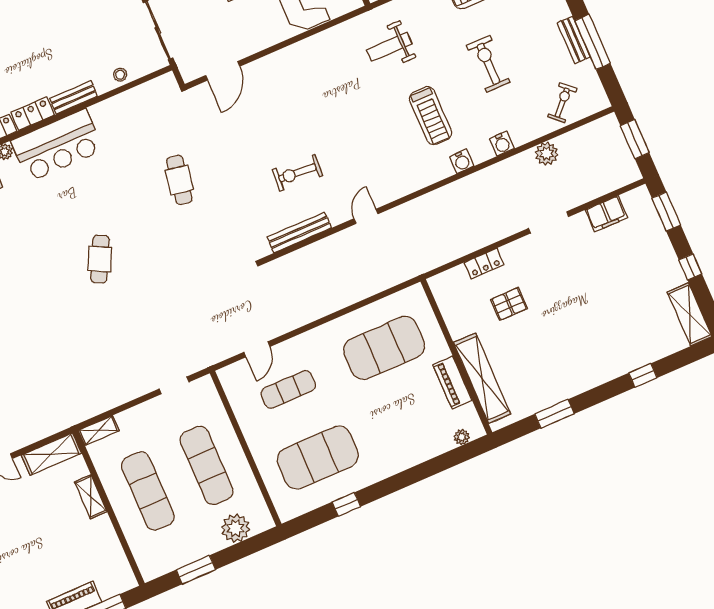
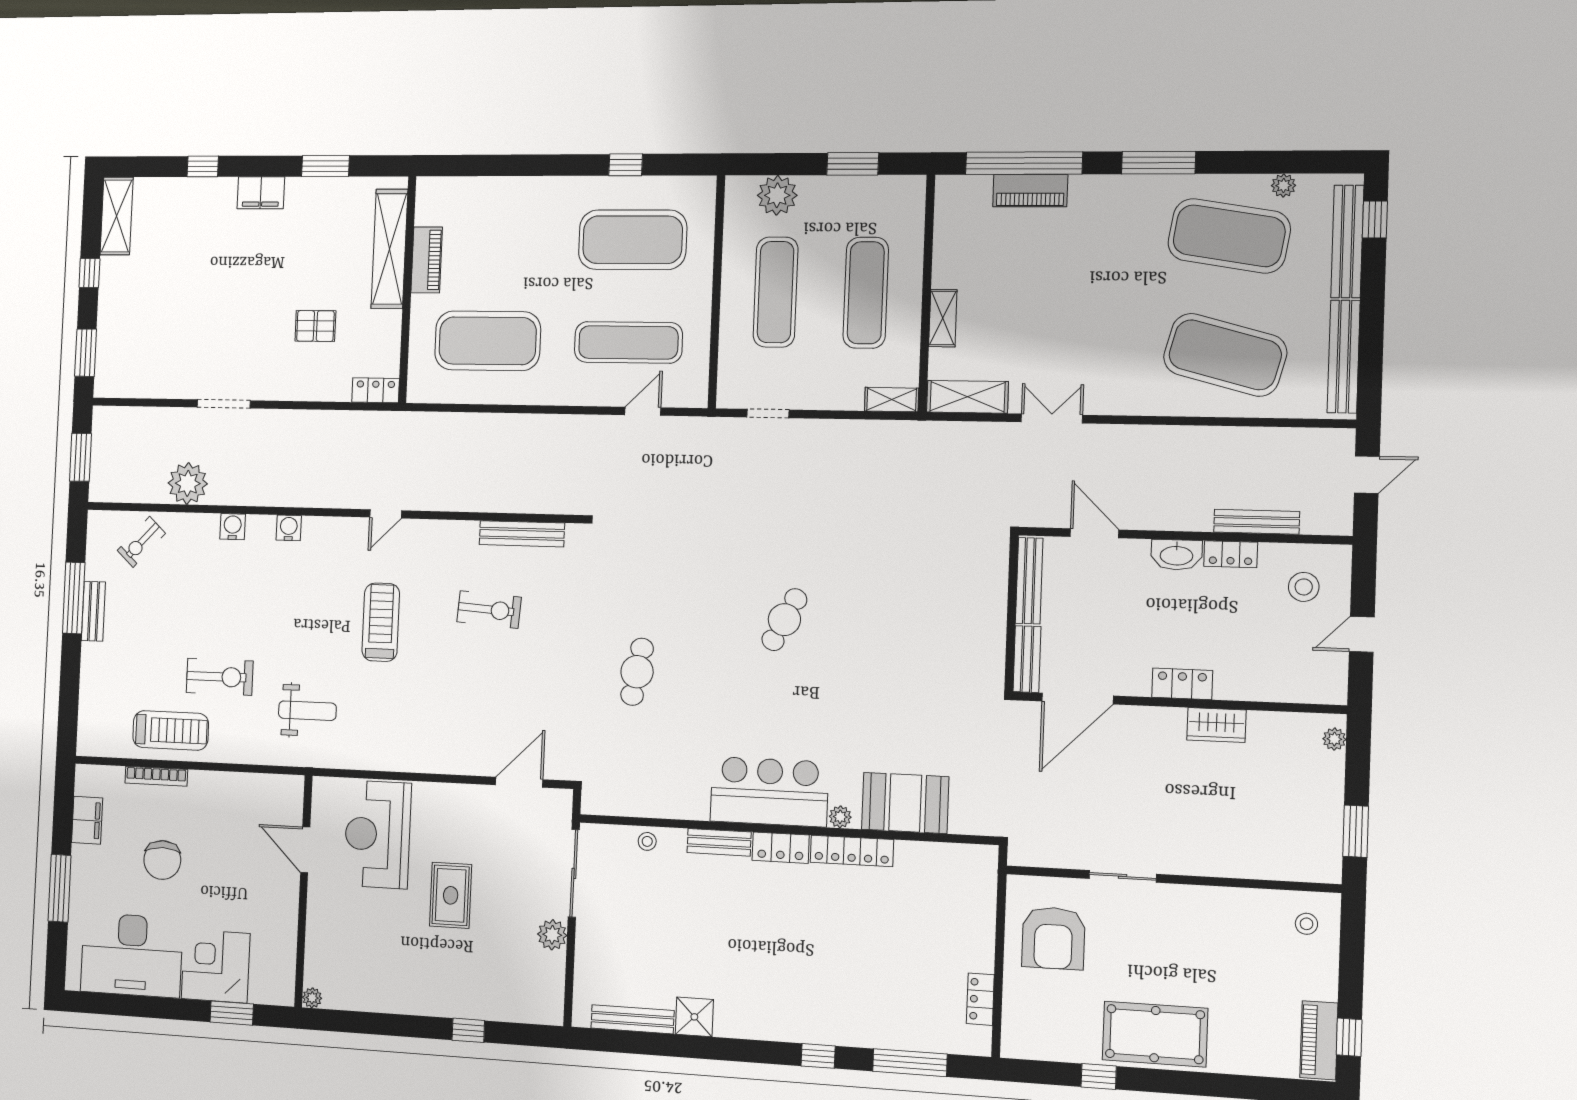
exercise bike: (488, 64) -> (220, 677), moved, turned -90
treadmill: (431, 116) -> (381, 622), moved
plant: (547, 154) -> (188, 483), width x1.36, depth x1.36
filing cabinet: (606, 214) -> (261, 193), moved, turned 180
door: (366, 216) -> (386, 514), moved
locker: (484, 264) -> (376, 390), moved
exercise mat: (288, 390) -> (628, 342), width x1.36, depth x1.45
plant: (462, 437) -> (447, 187), removed

